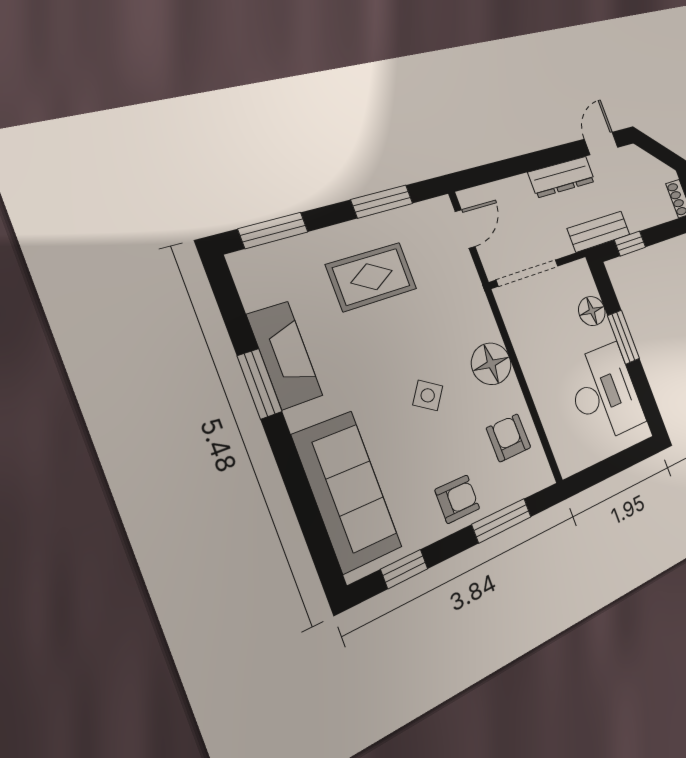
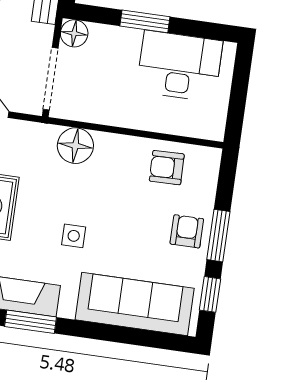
floor lamp: (592, 311) -> (74, 33), moved
floor lamp: (491, 364) -> (75, 146), moved
side table: (428, 395) -> (74, 236), moved, turned -34
window: (502, 521) -> (218, 236), moved

